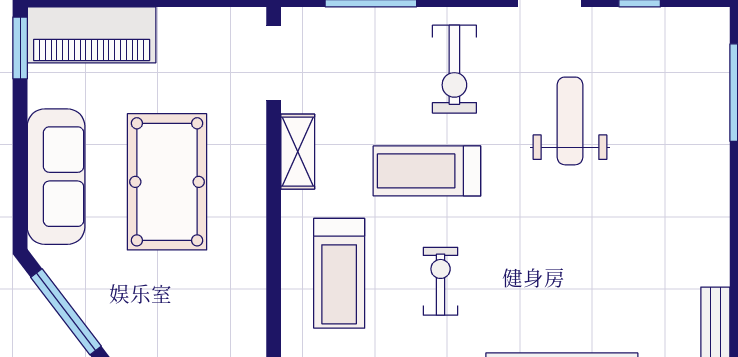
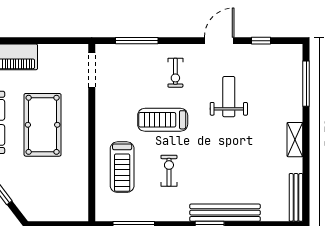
exercise bike: (454, 69) -> (175, 73), width x0.73, depth x0.72
shelving: (298, 152) -> (295, 140), moved

